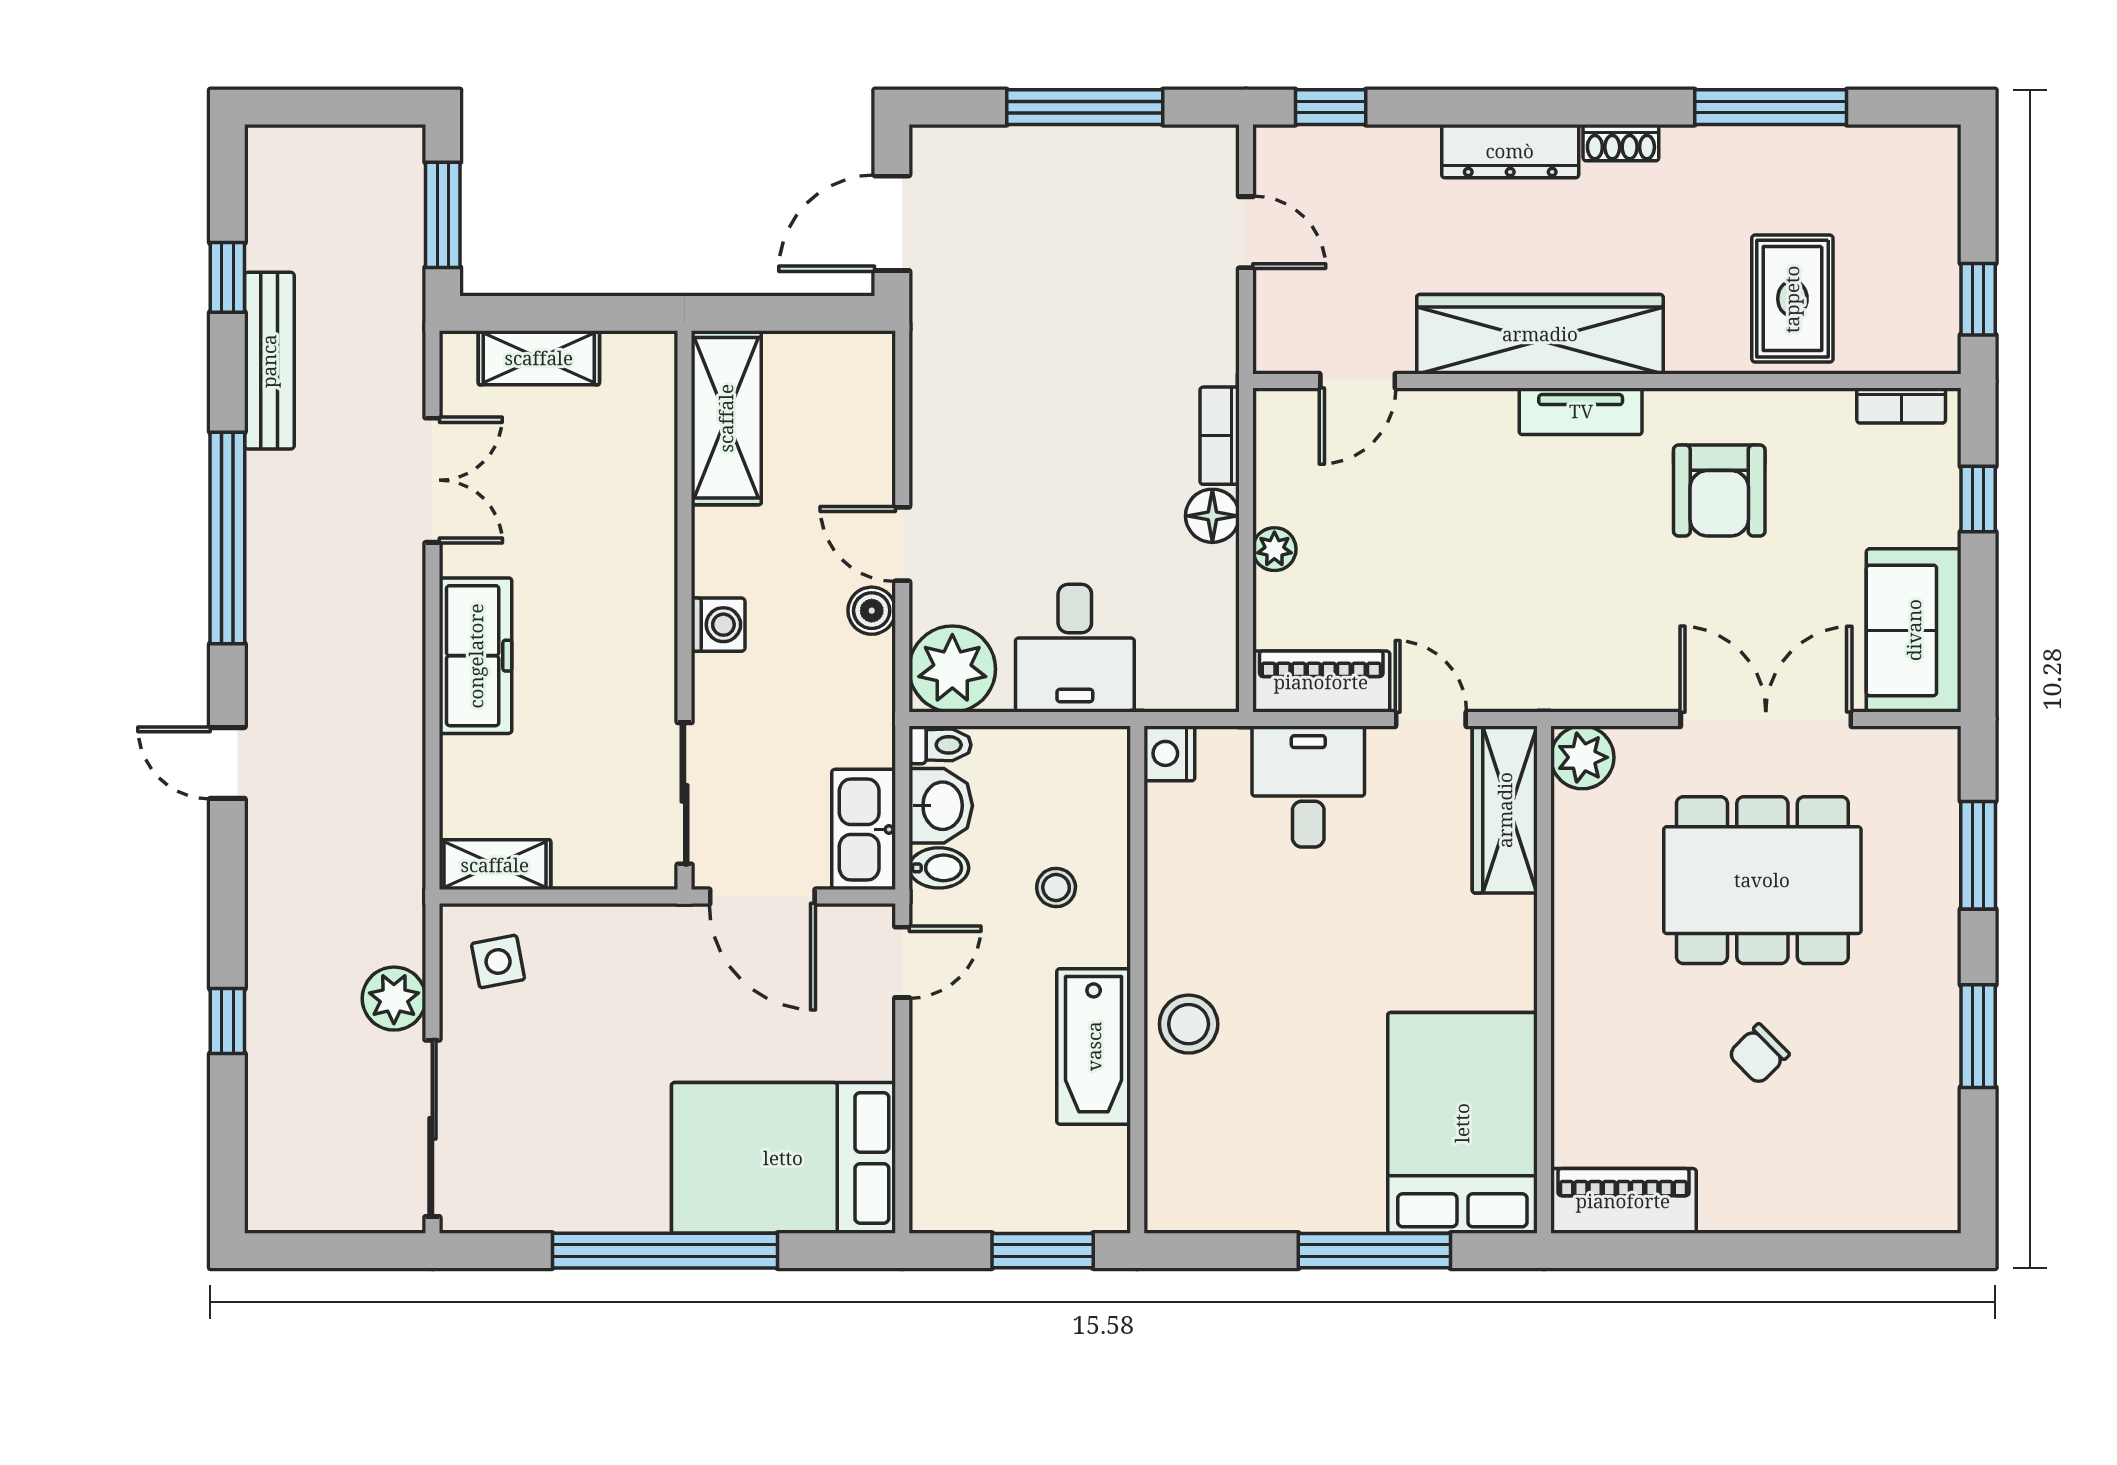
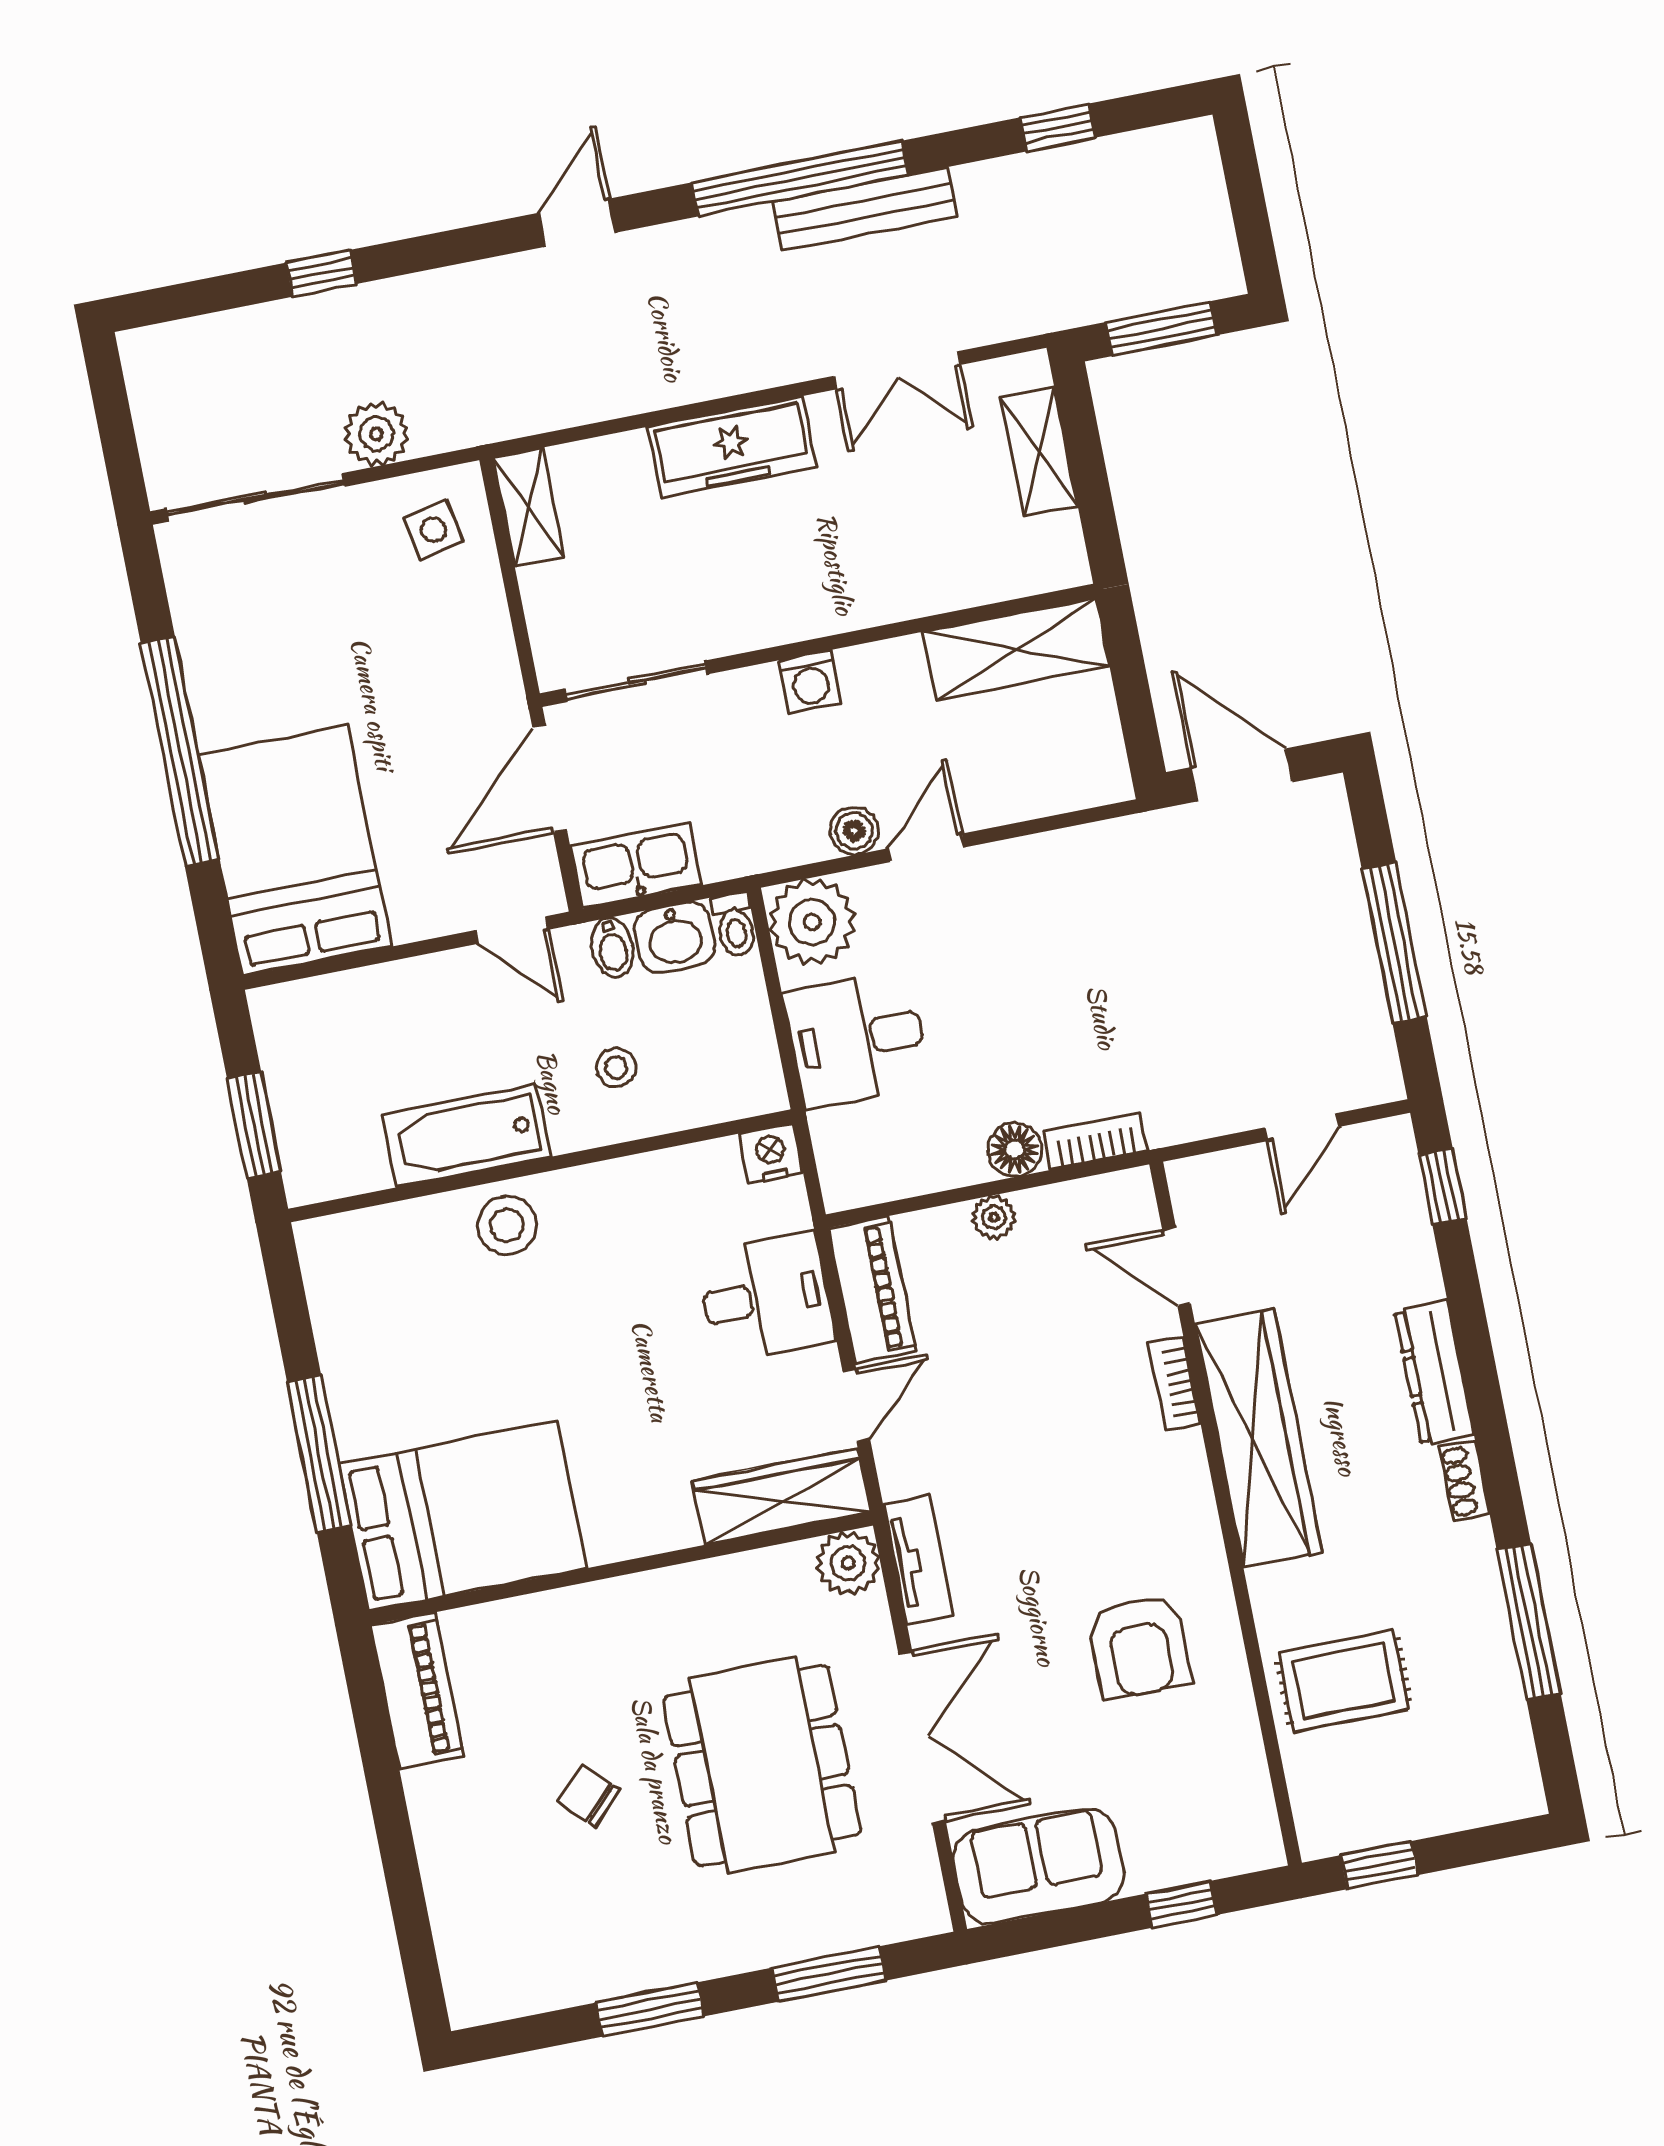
bench: (269, 361) -> (865, 209), moved
bookcase: (1901, 406) -> (1175, 1383), moved
tv unit: (1581, 411) -> (918, 1560), moved, turned 180
armchair: (1719, 491) -> (1139, 1646), turned -90

